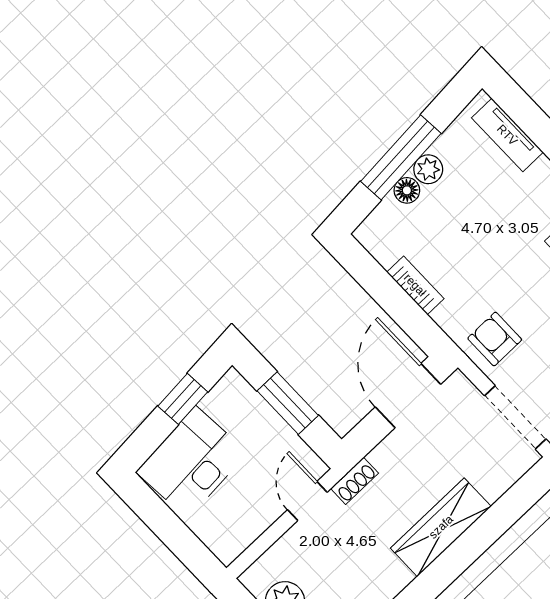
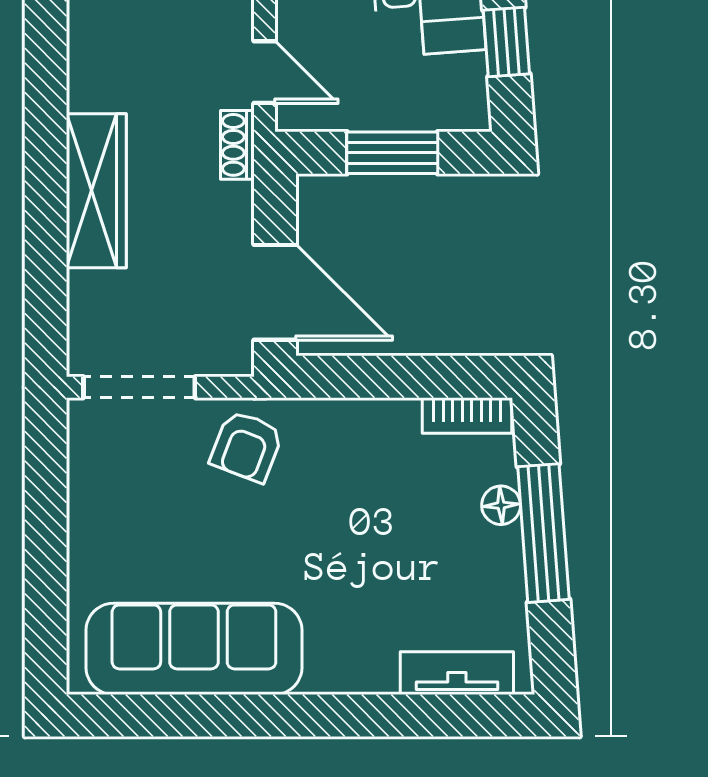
plant: (428, 169) -> (502, 551), removed
bookcase: (415, 285) -> (467, 415), moved
armchair: (495, 339) -> (247, 446), turned 111

